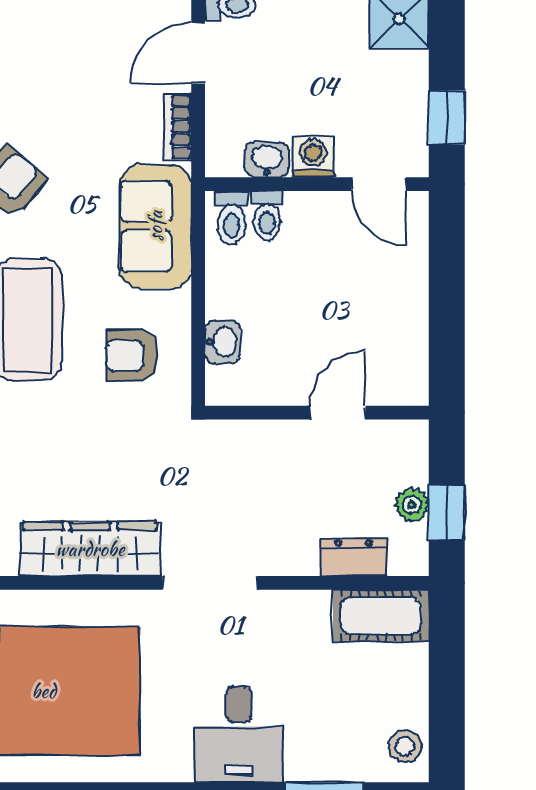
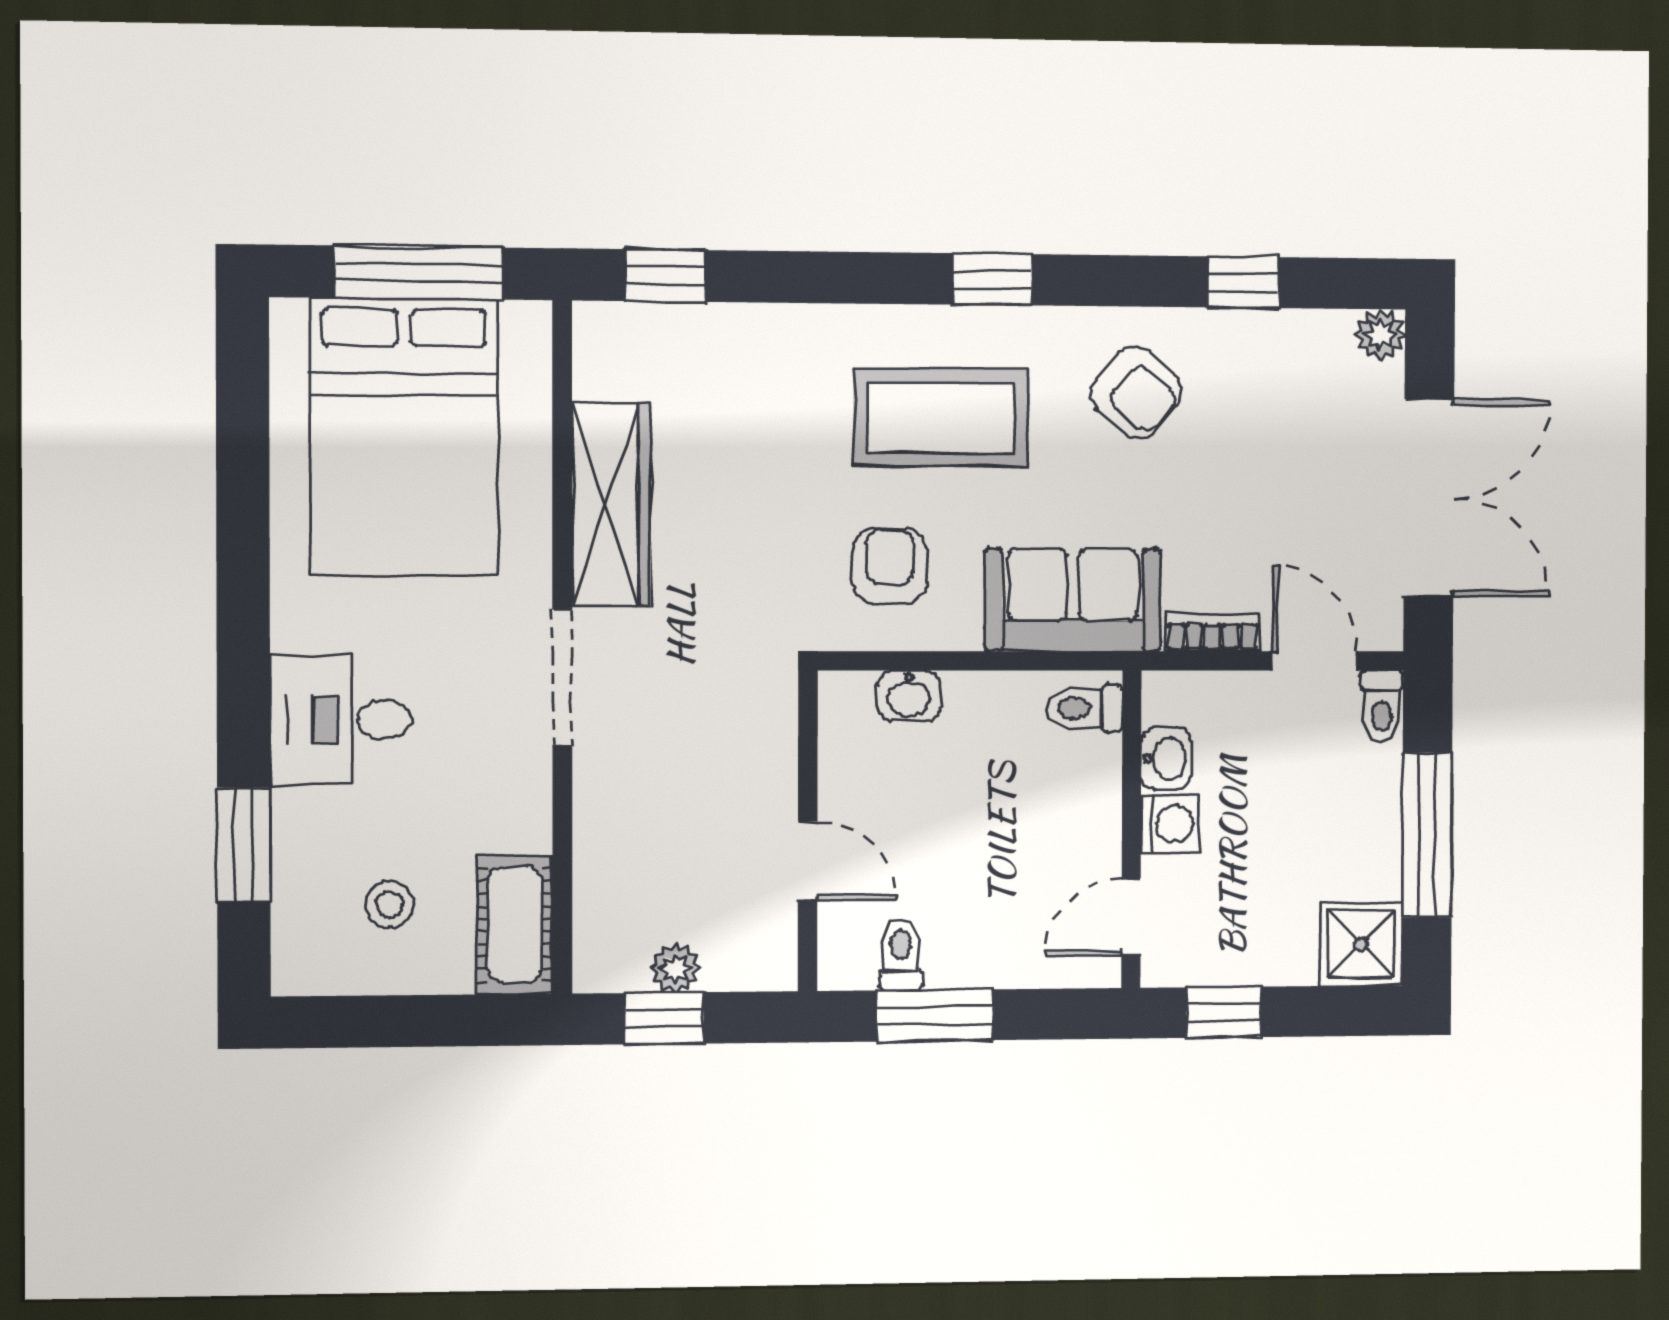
toilet: (267, 216) -> (901, 955), moved, turned 90
window: (447, 323) -> (935, 1015), added
dresser: (354, 557) -> (599, 885), removed
stool: (405, 746) -> (390, 904), moved

